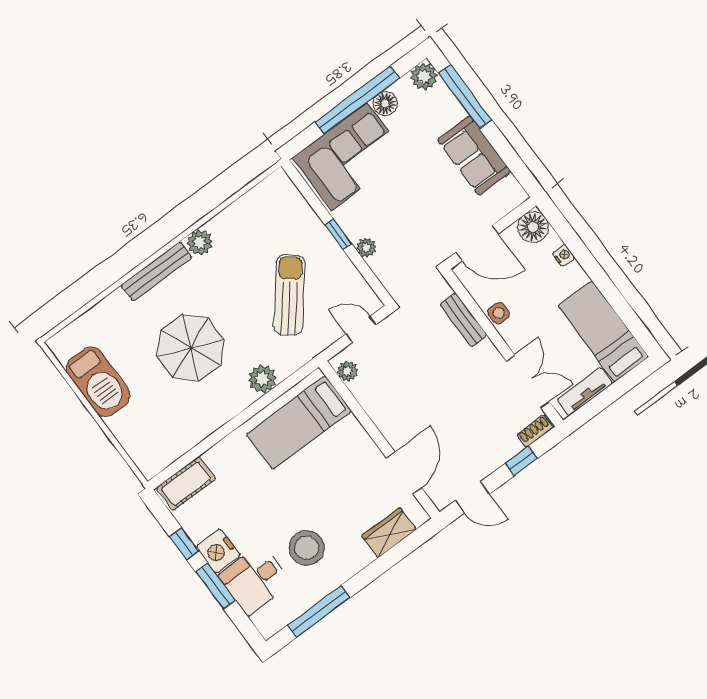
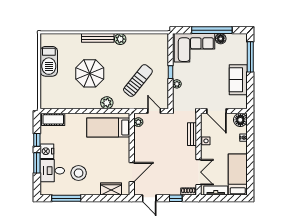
plant: (424, 77) -> (241, 39), removed

